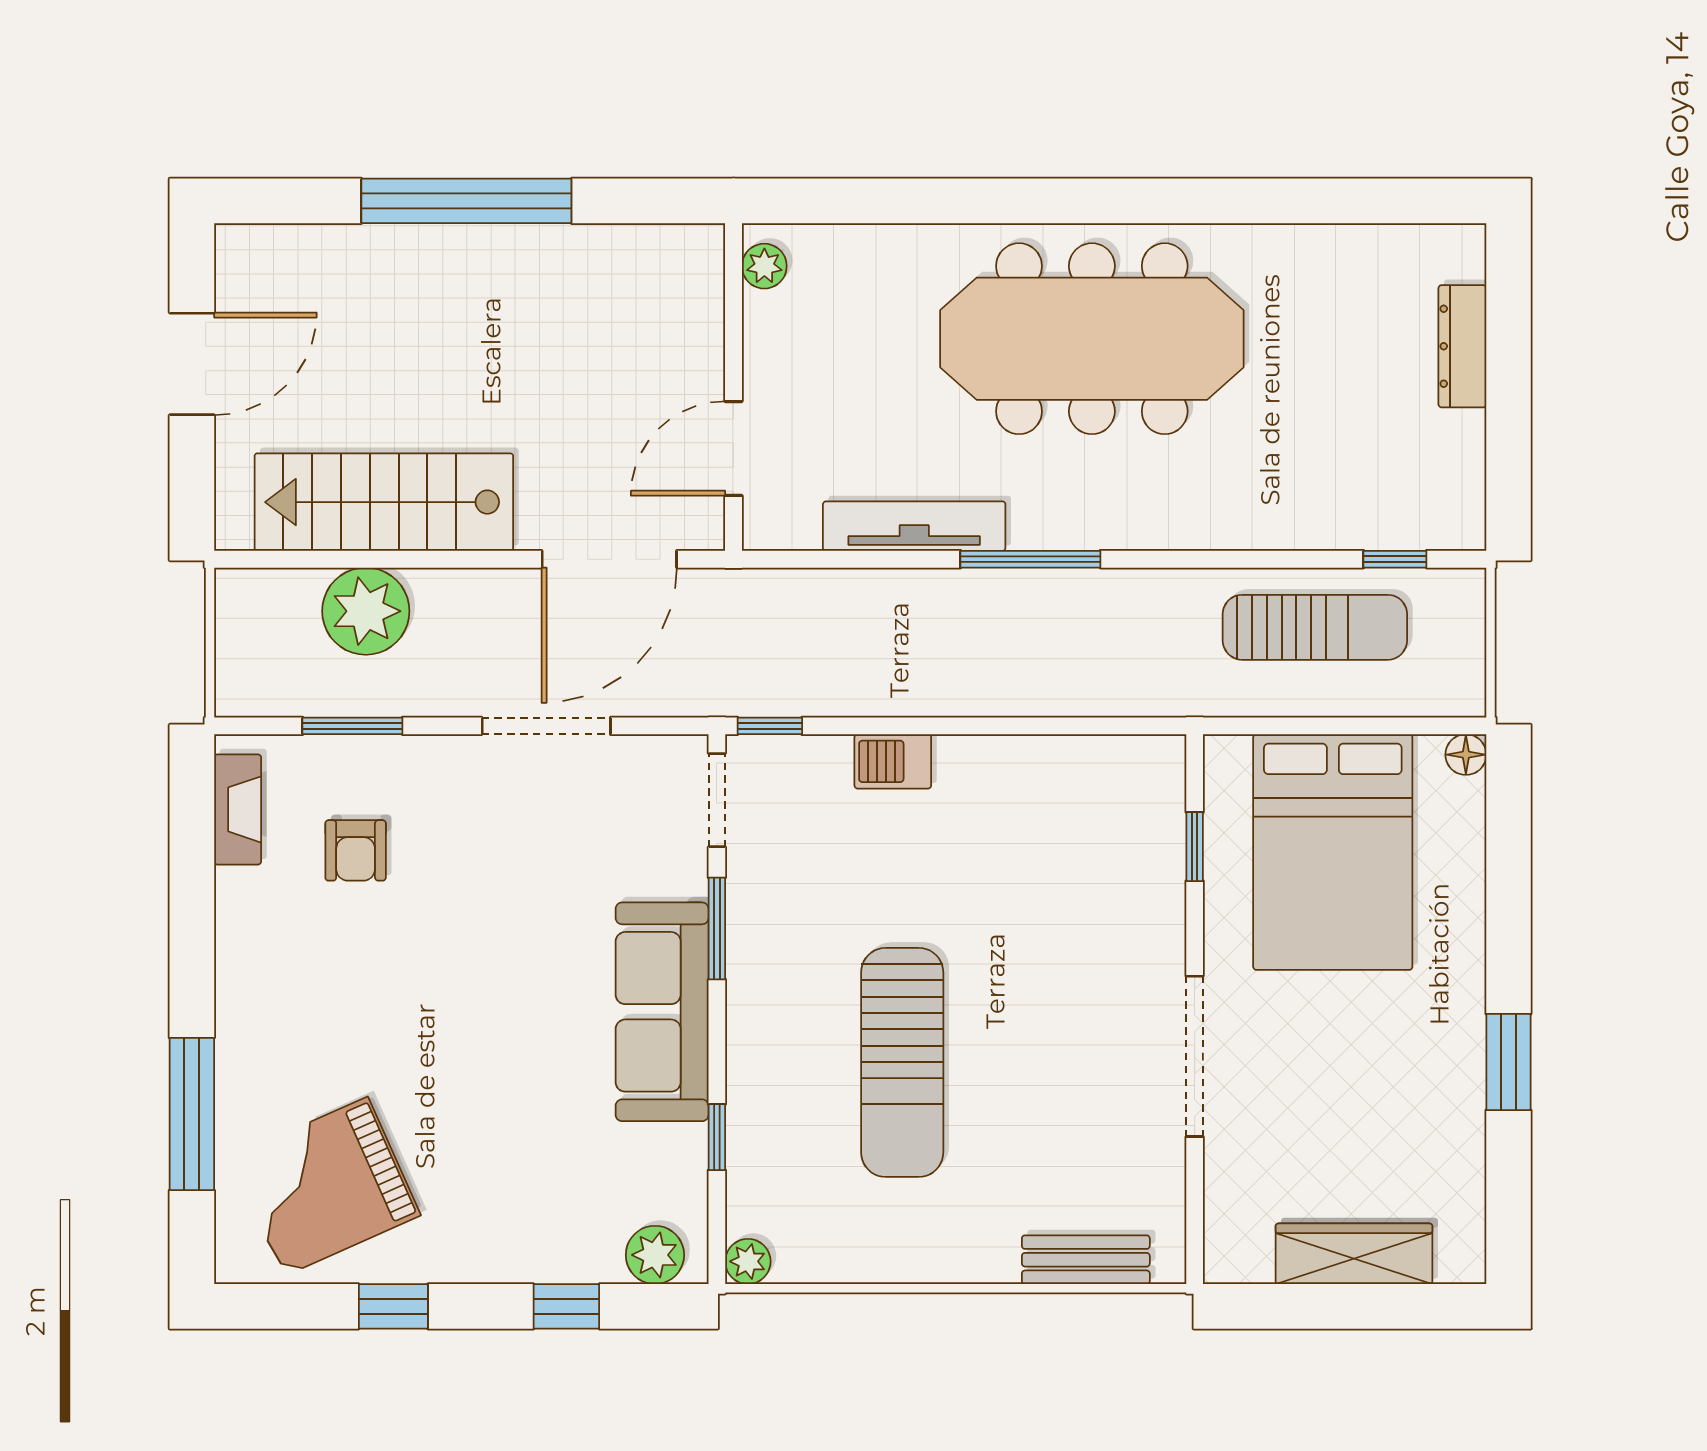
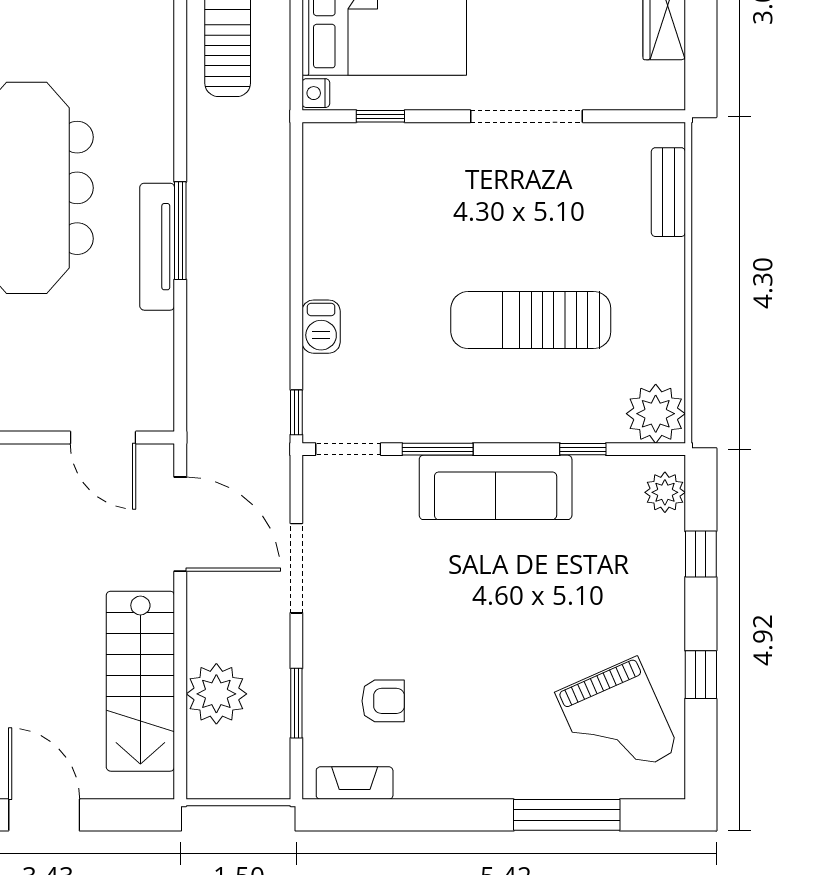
tv unit: (914, 526) -> (157, 247), moved
nightstand: (1228, 754) -> (316, 93), added
sun lounger: (902, 1062) -> (531, 320), turned 180
plant: (748, 1261) -> (656, 414), width x1.87, depth x1.87

